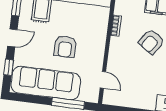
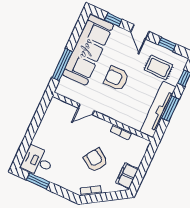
door: (103, 80) -> (86, 109), moved

